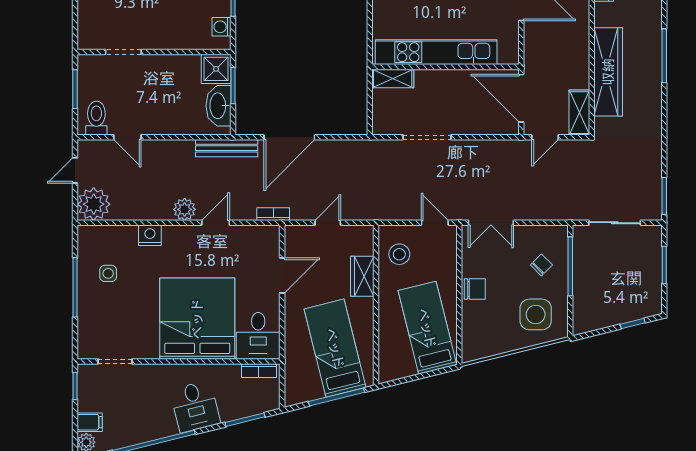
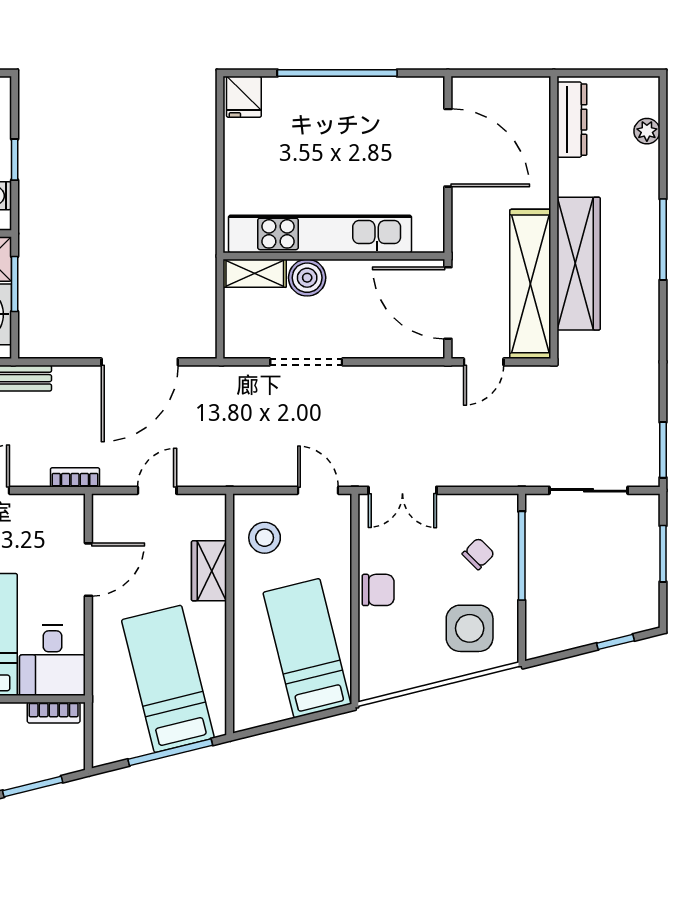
boiler: (428, 81) -> (307, 278), added
shelving: (579, 113) -> (530, 284), width x2.20, depth x1.33
door: (289, 137) -> (140, 362), moved

